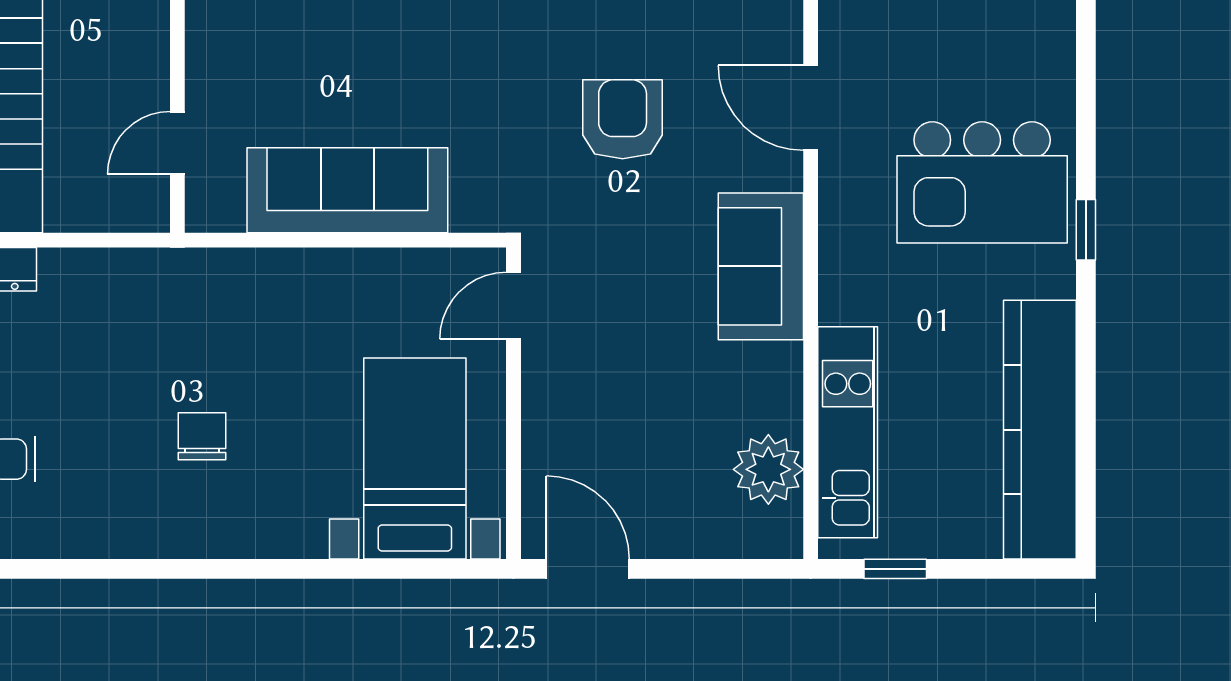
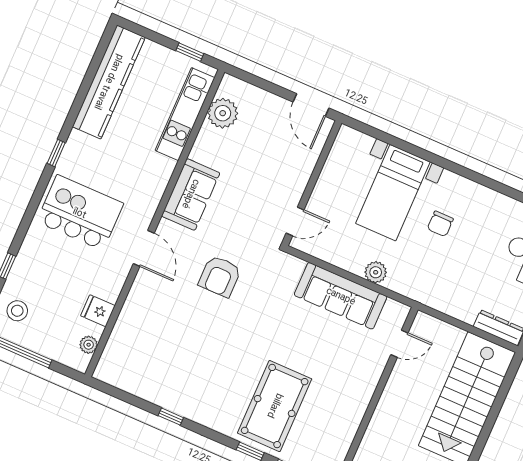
kitchen island: (982, 182) -> (80, 213), moved
plant: (294, 273) -> (376, 272), added
bed with nightstands: (415, 458) -> (393, 193), moved

